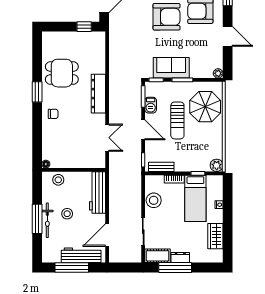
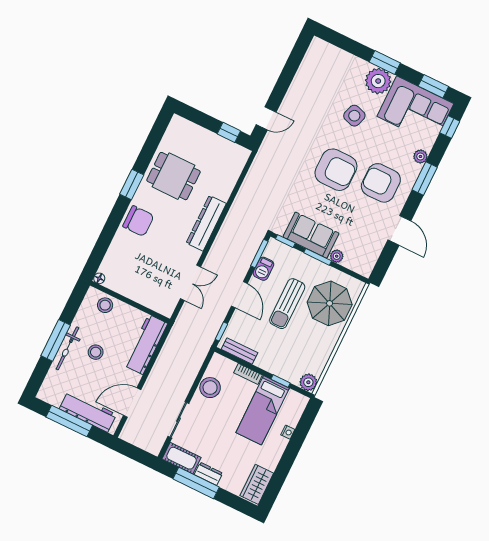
plant: (218, 73) -> (337, 256), moved
chair: (53, 114) -> (138, 221), width x1.87, depth x1.87
wardrobe: (215, 236) -> (257, 484), moved

